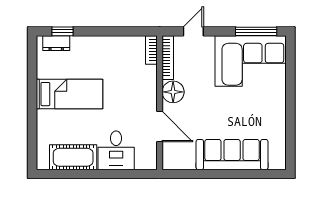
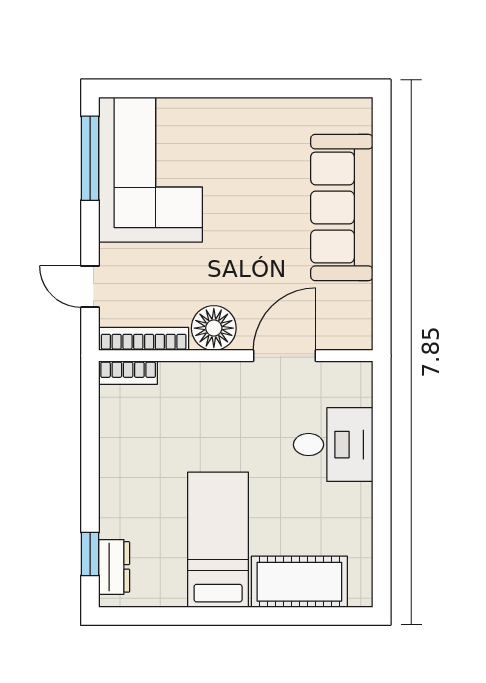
cot: (73, 157) -> (299, 582), moved, turned 90

